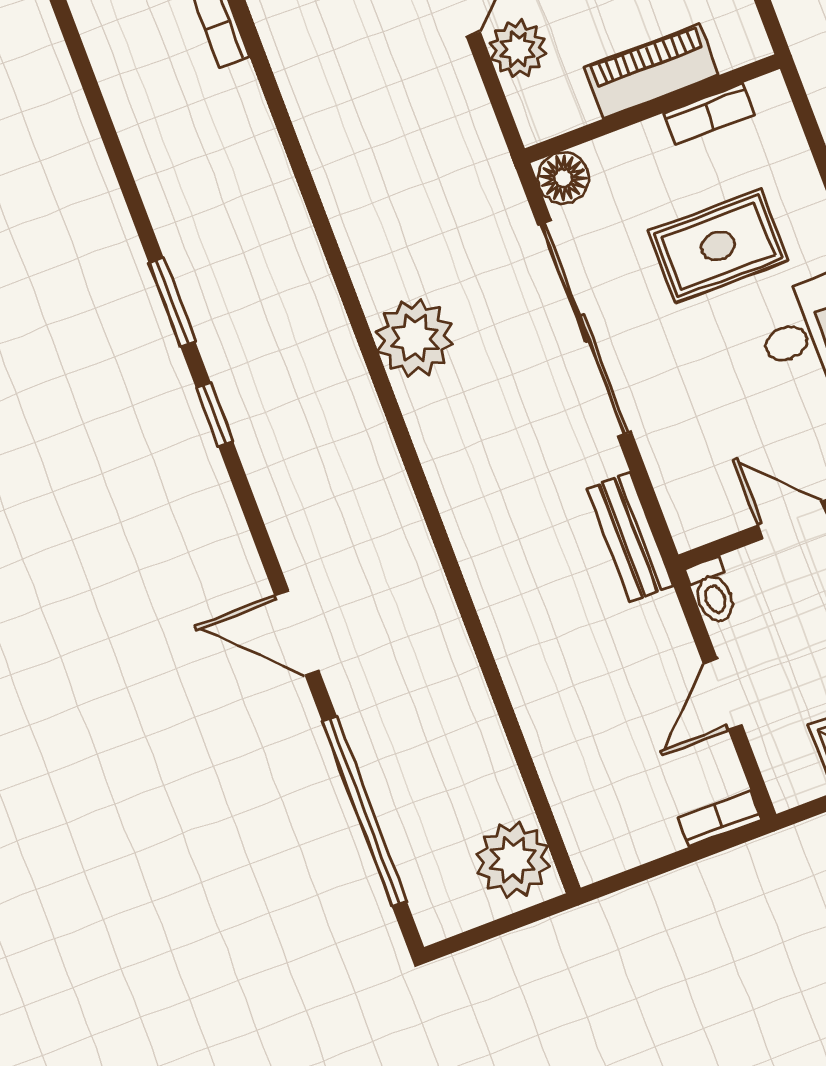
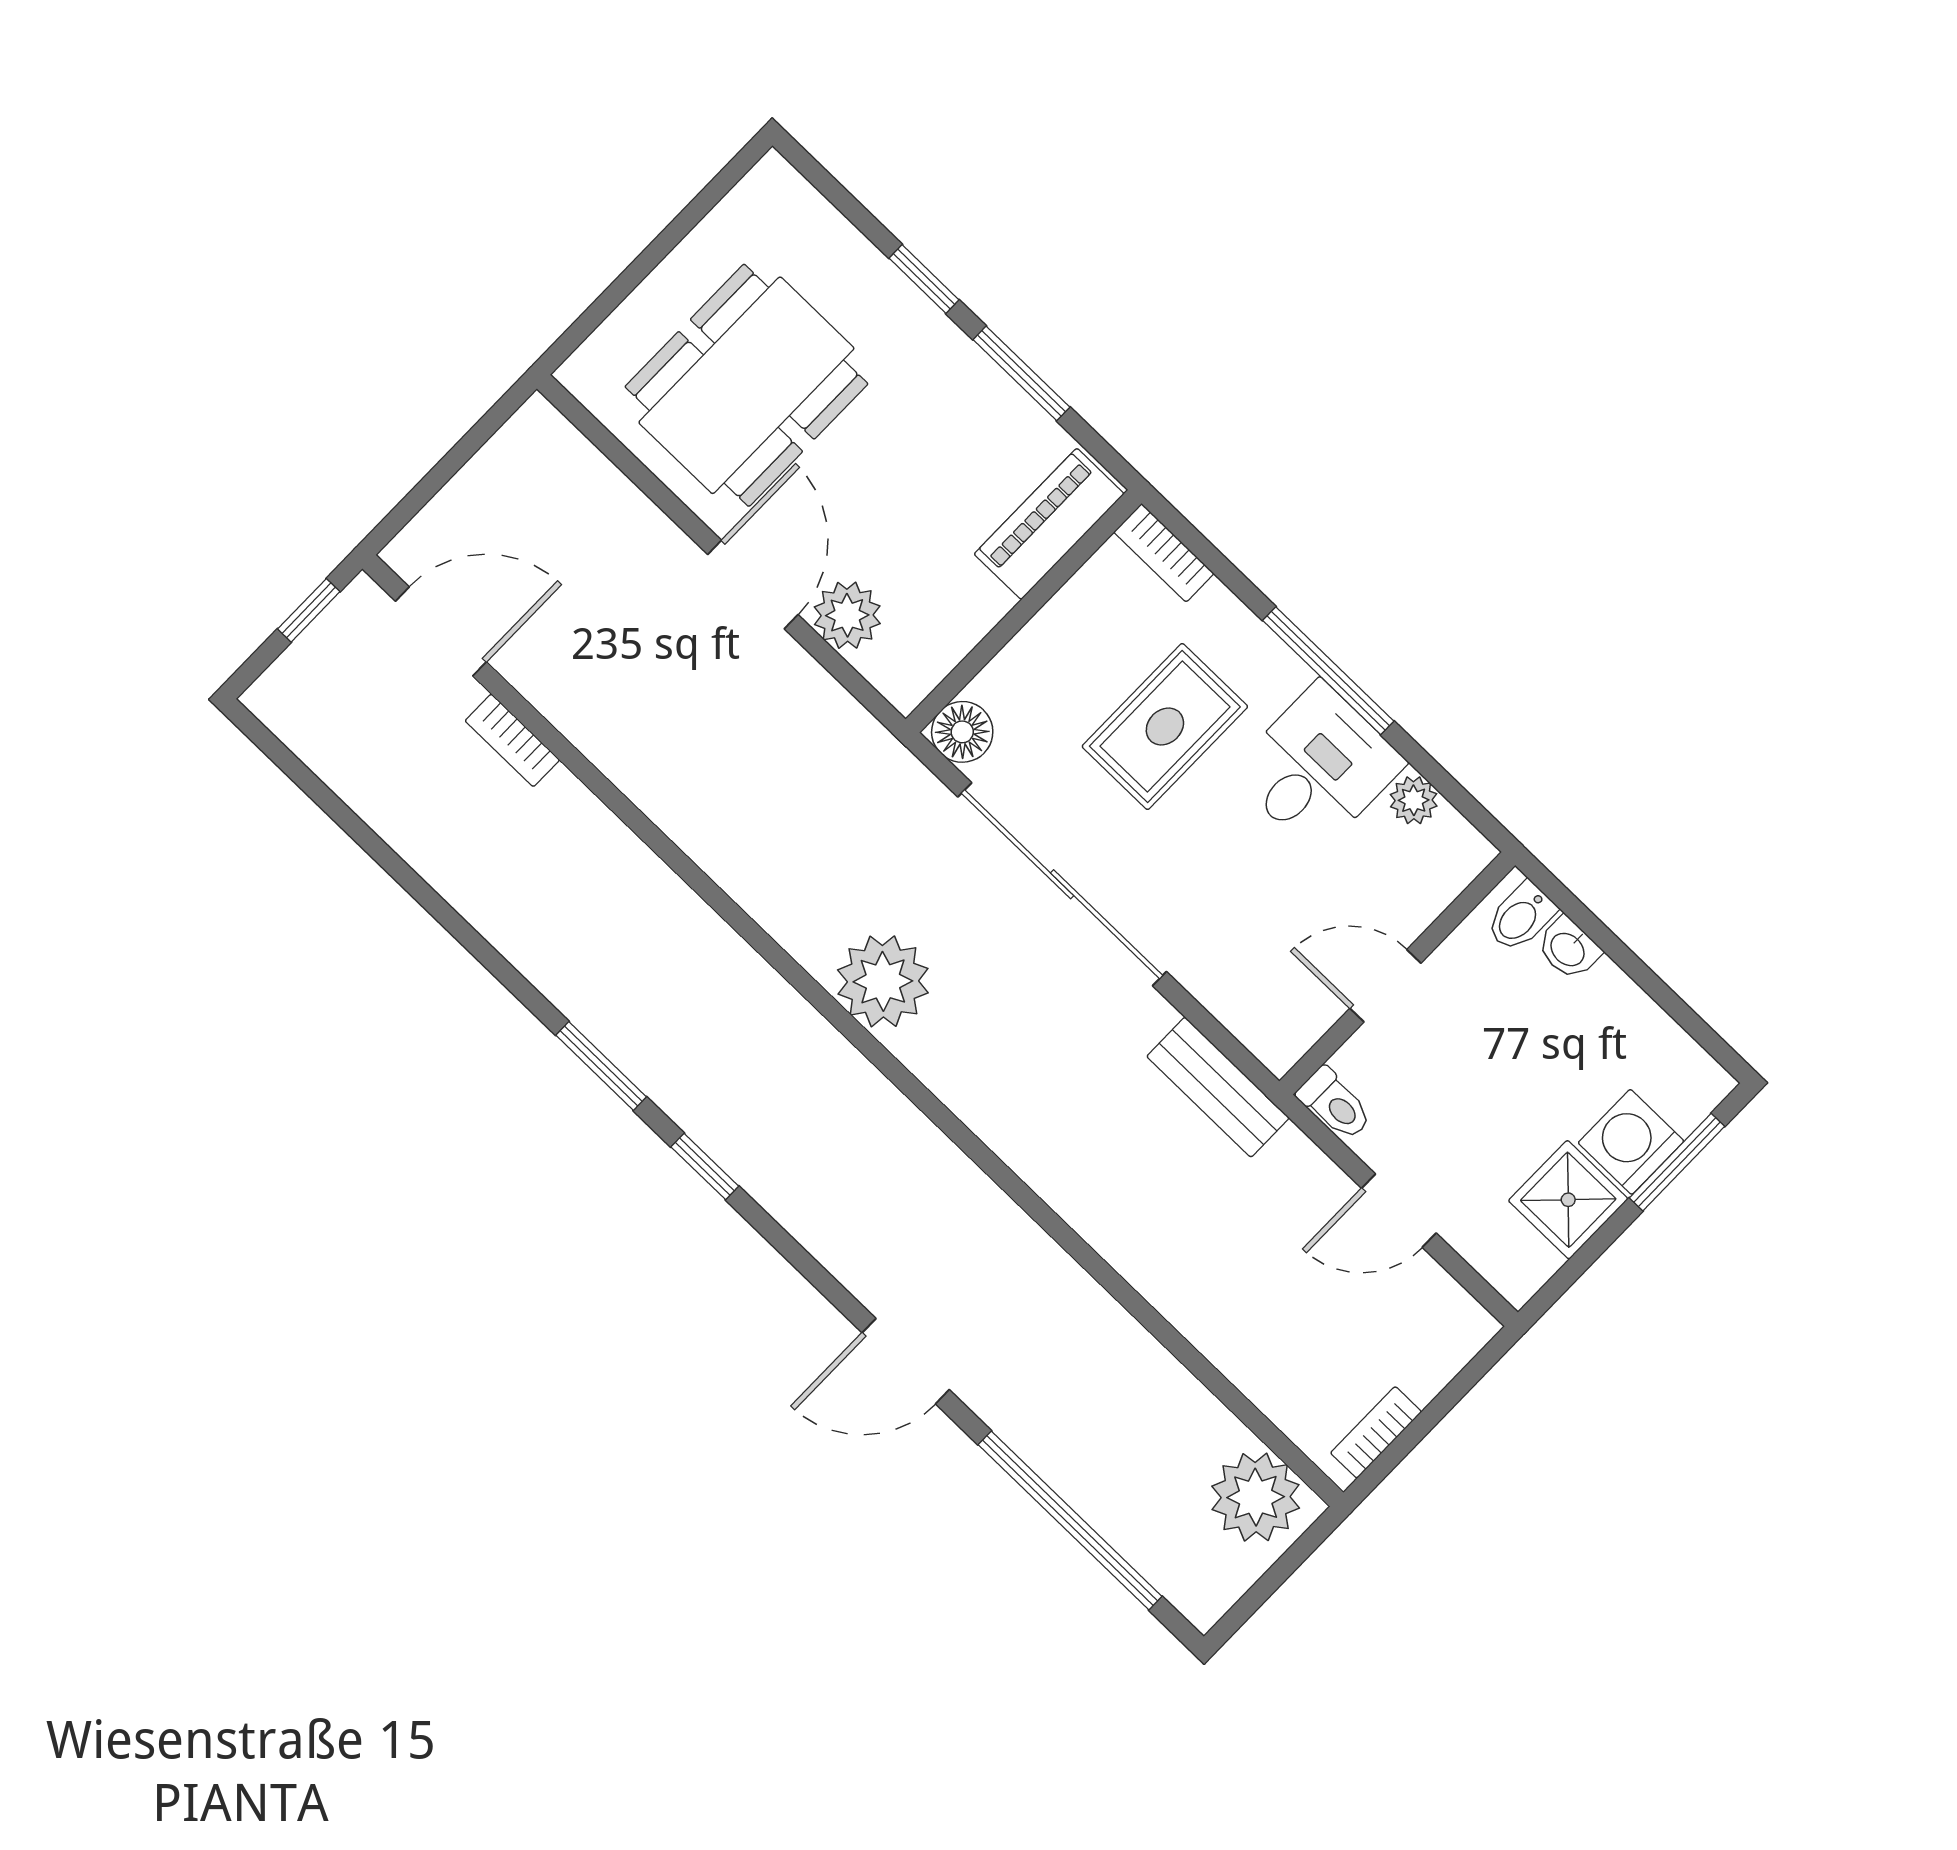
piano: (652, 71) -> (1049, 524), moved
bookcase: (709, 114) -> (1164, 553), moved, turned 90
door: (723, 694) -> (1399, 1211), hinge flipped
bookcase: (720, 819) -> (1376, 1432), moved

